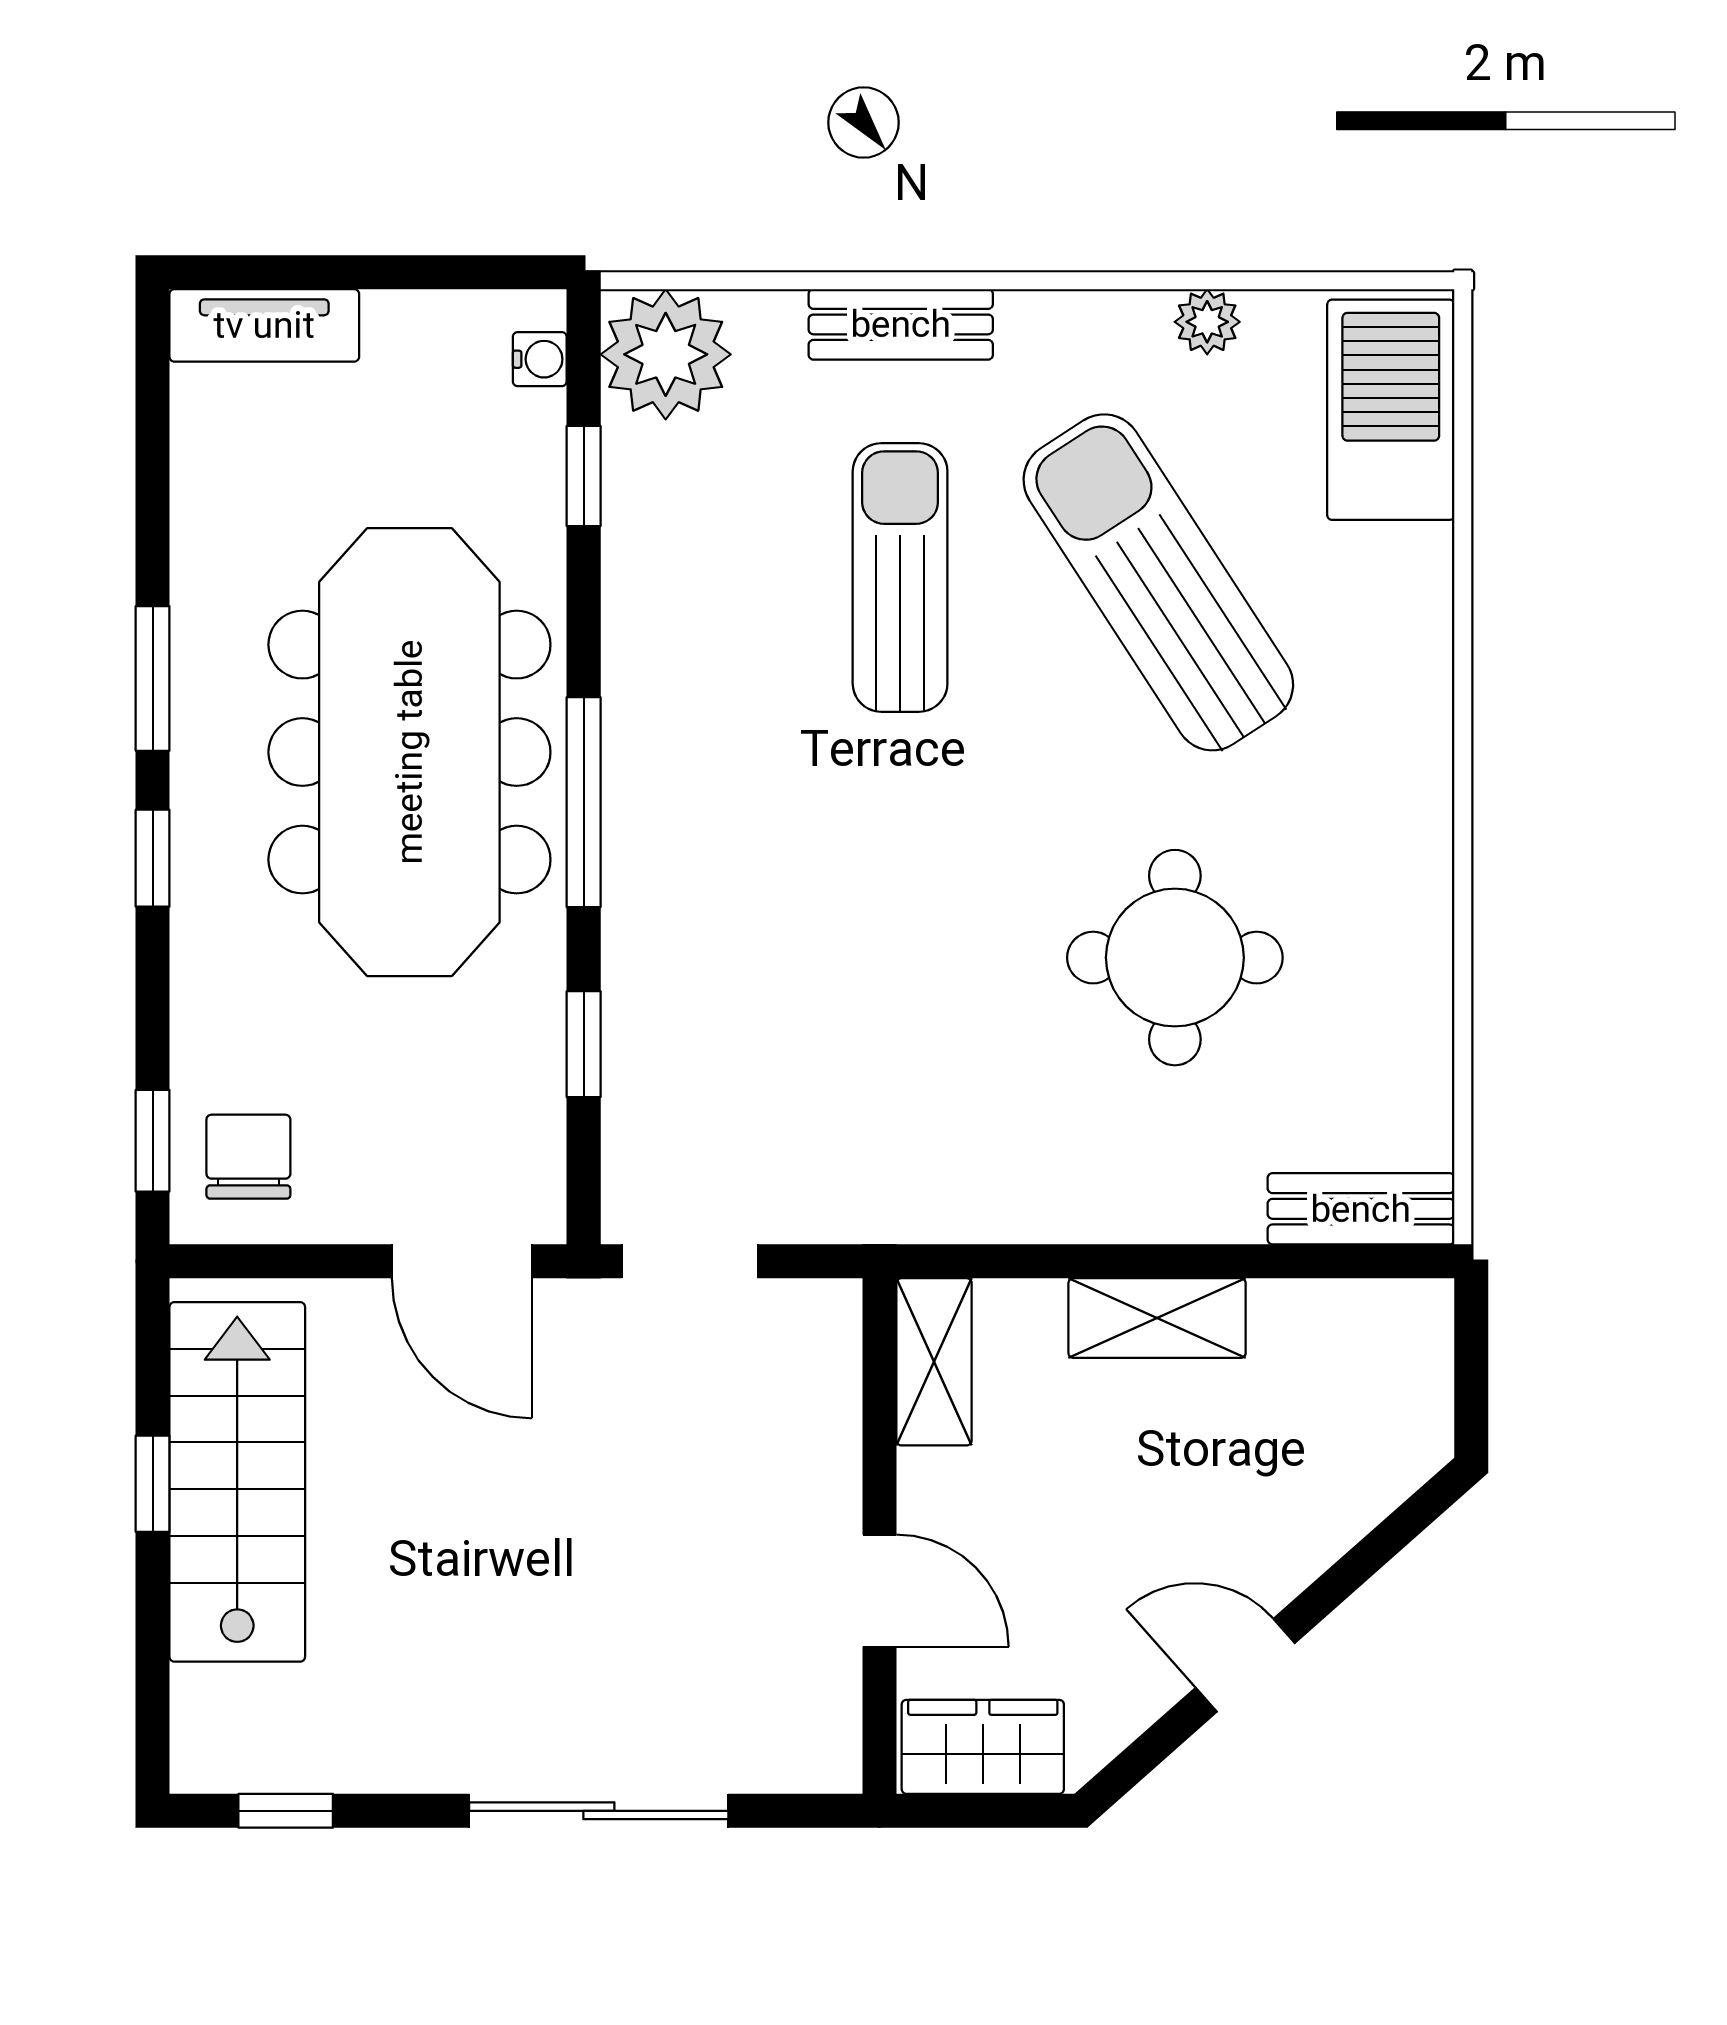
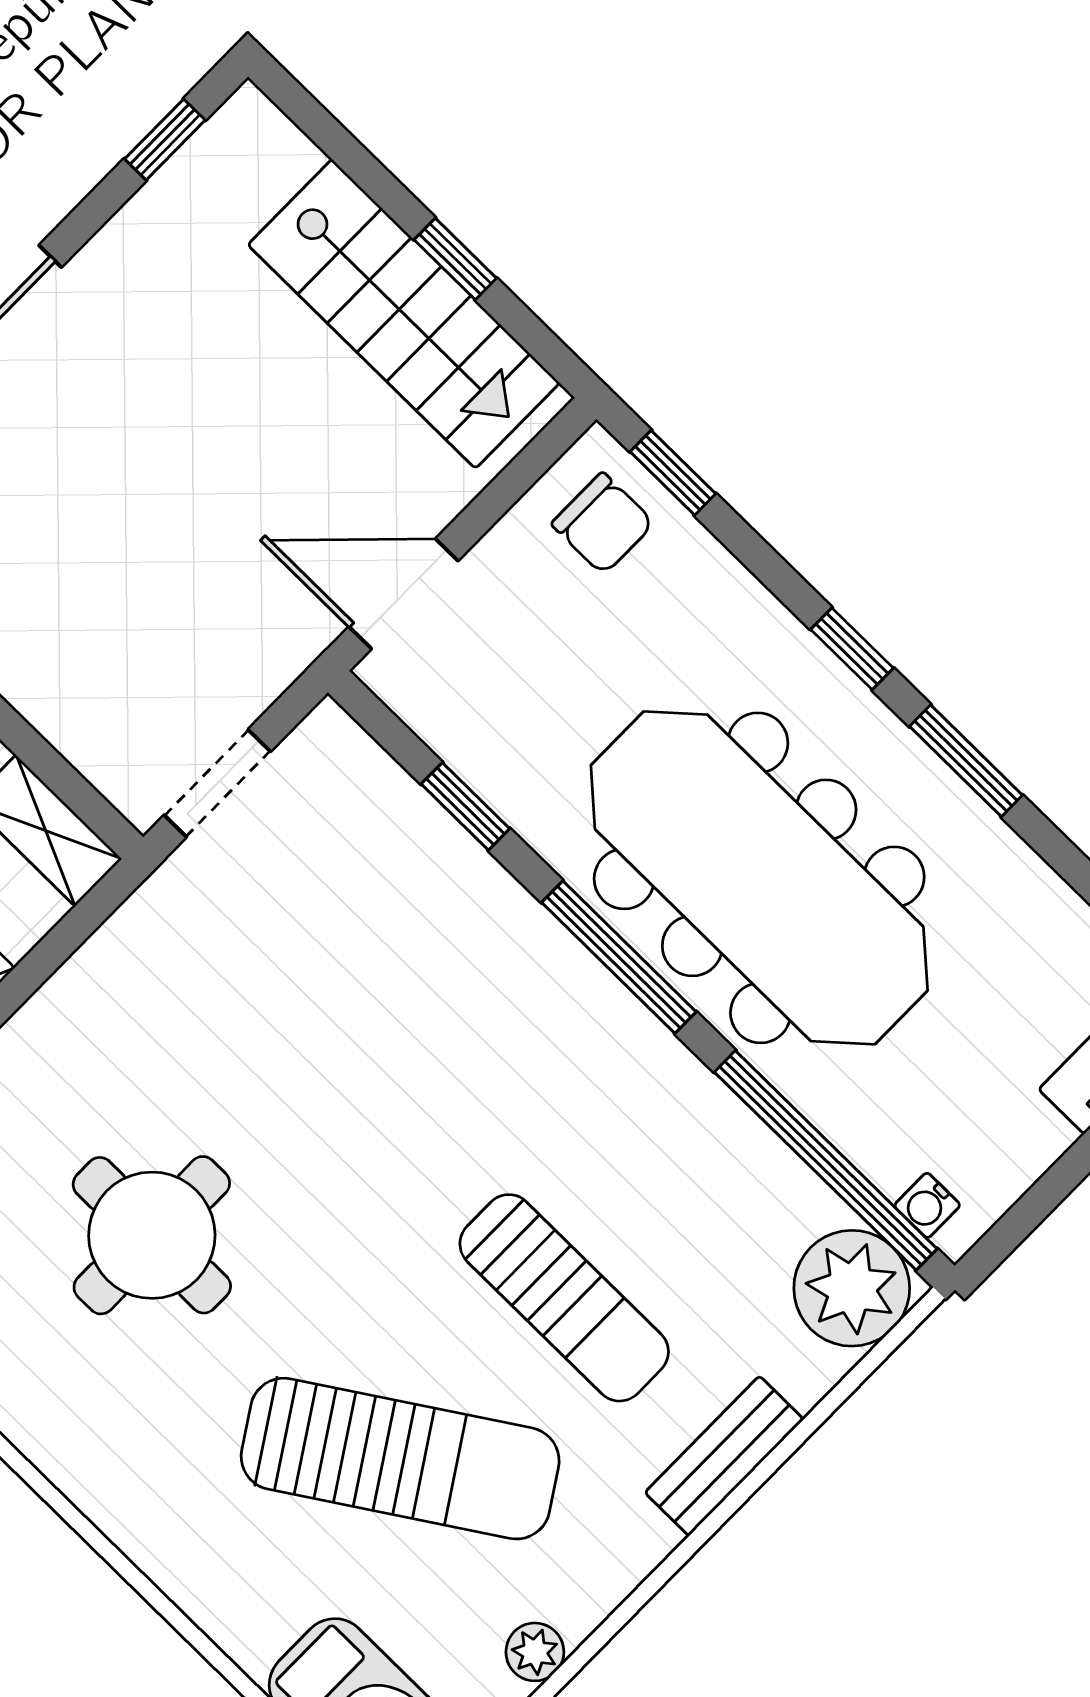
window: (584, 476) -> (826, 1160), width x3.17
doorway: (690, 1261) -> (217, 783), moved

